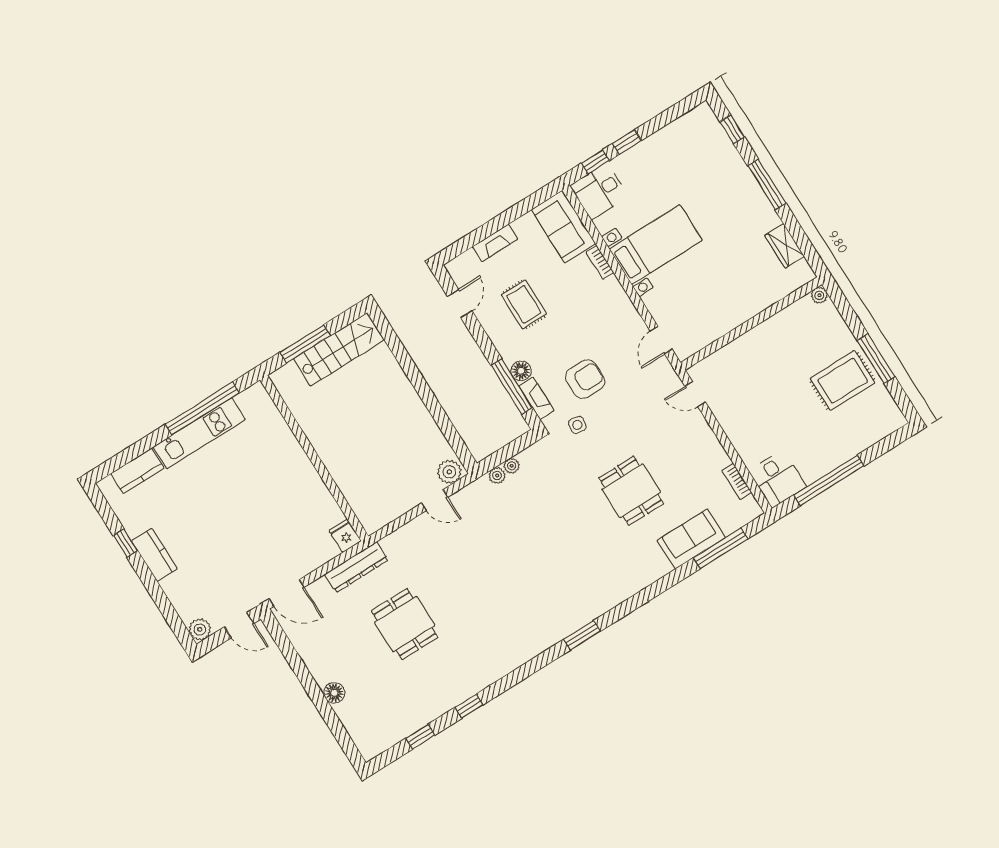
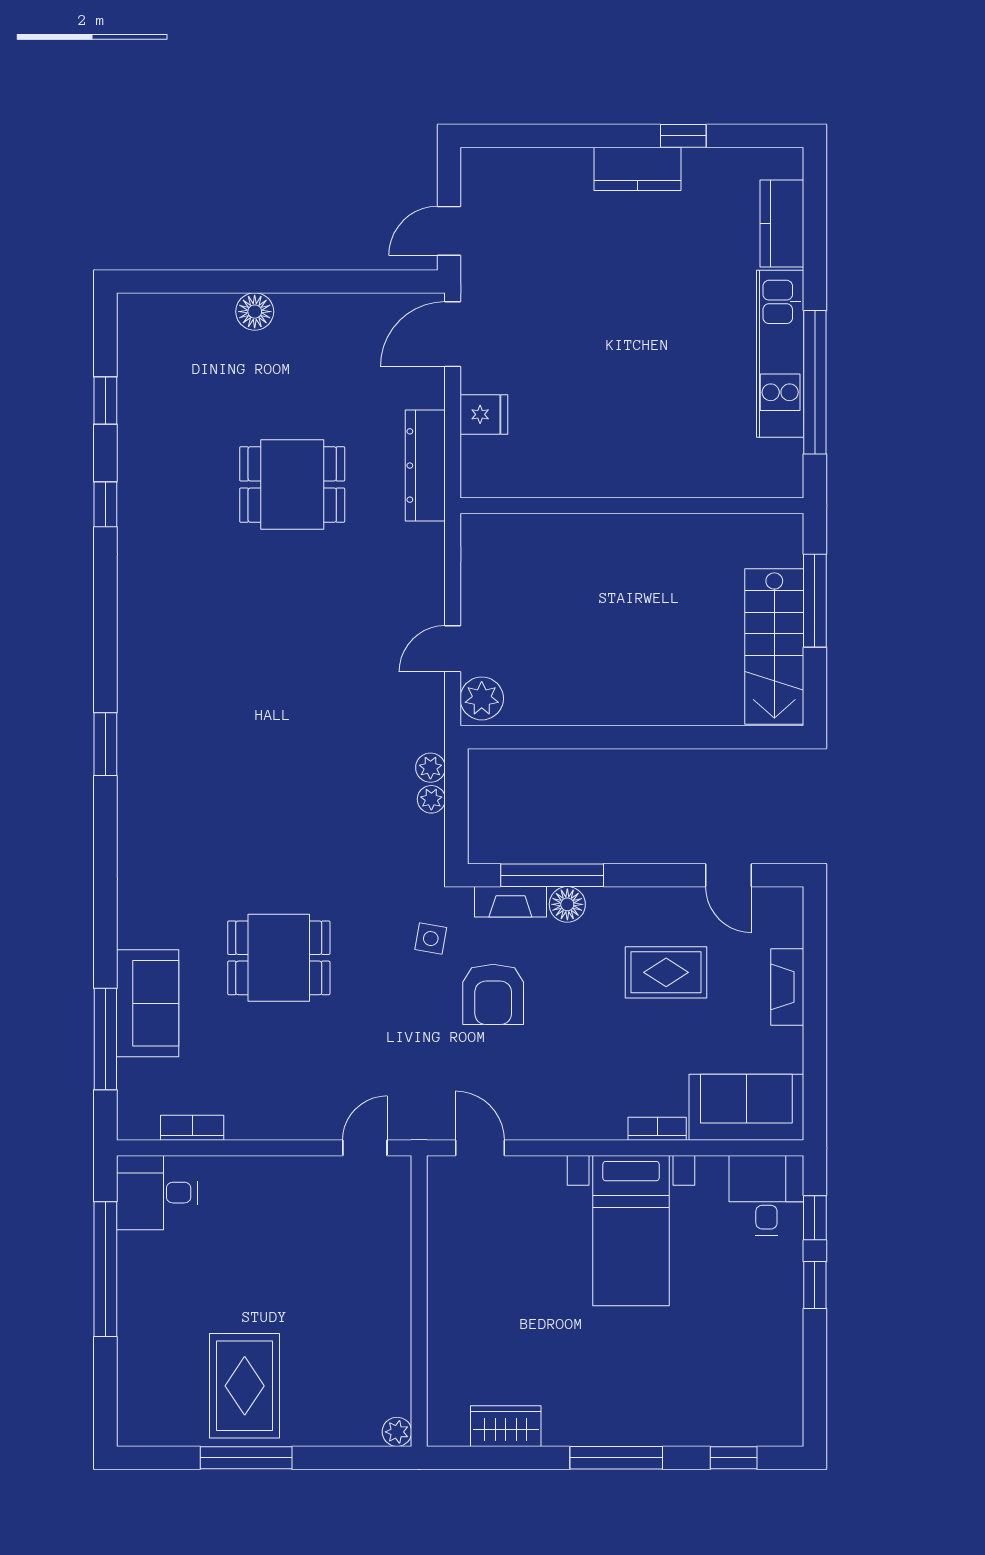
fridge: (345, 536) -> (484, 414), moved
plant: (200, 630) -> (480, 167), removed

